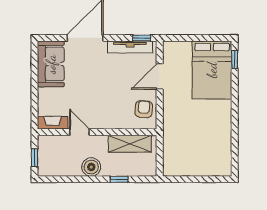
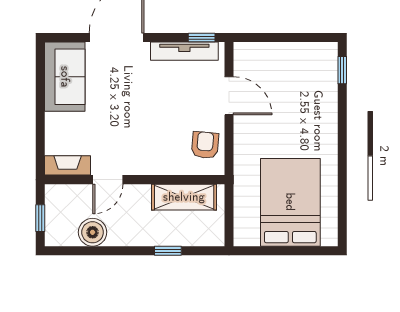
bed: (212, 70) -> (290, 202), moved, turned 180
door: (160, 77) -> (229, 96), swing flipped
door: (79, 132) -> (108, 180), swing flipped
boiler: (91, 167) -> (93, 232), moved

